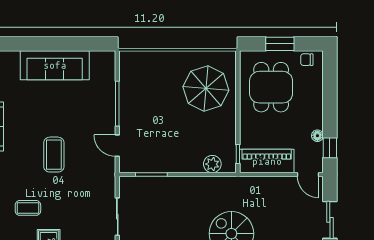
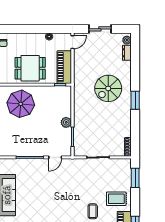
dining table: (271, 87) -> (30, 68), moved
window: (330, 148) -> (56, 29), removed
coffee table: (54, 155) -> (61, 196), removed
plant: (212, 164) -> (66, 122), moved

